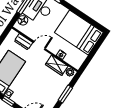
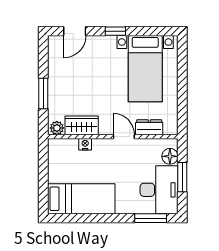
bed: (79, 32) -> (81, 199), width x0.67
door: (39, 46) -> (124, 137), swing flipped

